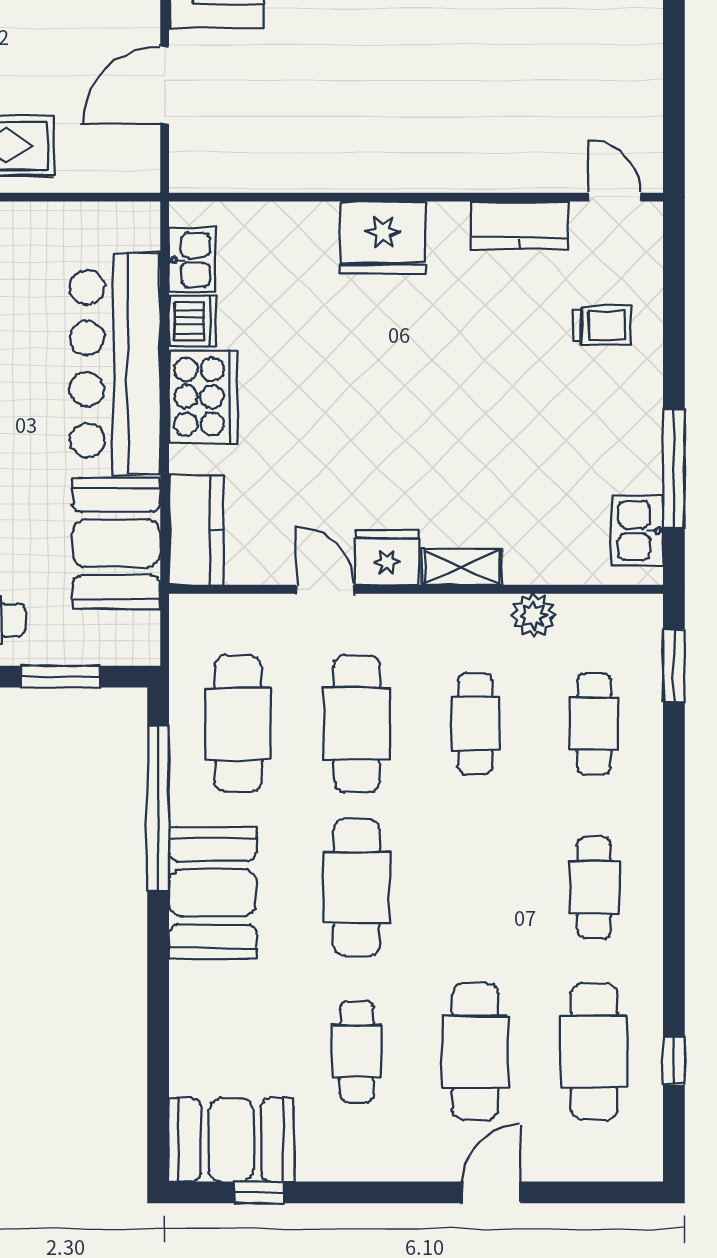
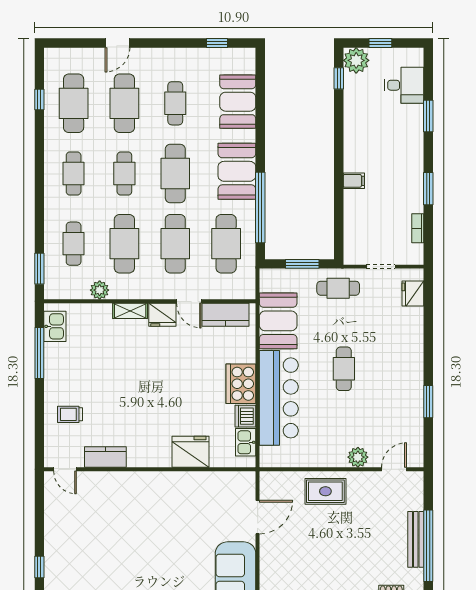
fridge: (383, 238) -> (190, 452), moved
kitchen counter: (196, 530) -> (225, 315), moved, turned -90
cafe table: (475, 724) -> (124, 244), width x1.37, depth x1.35
cafe table: (475, 888) -> (124, 173), added
booth: (231, 1140) -> (238, 102), moved, turned 90

